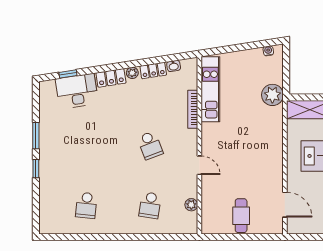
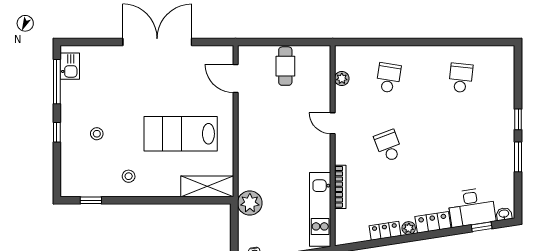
washbasin: (174, 66) -> (504, 214), moved

